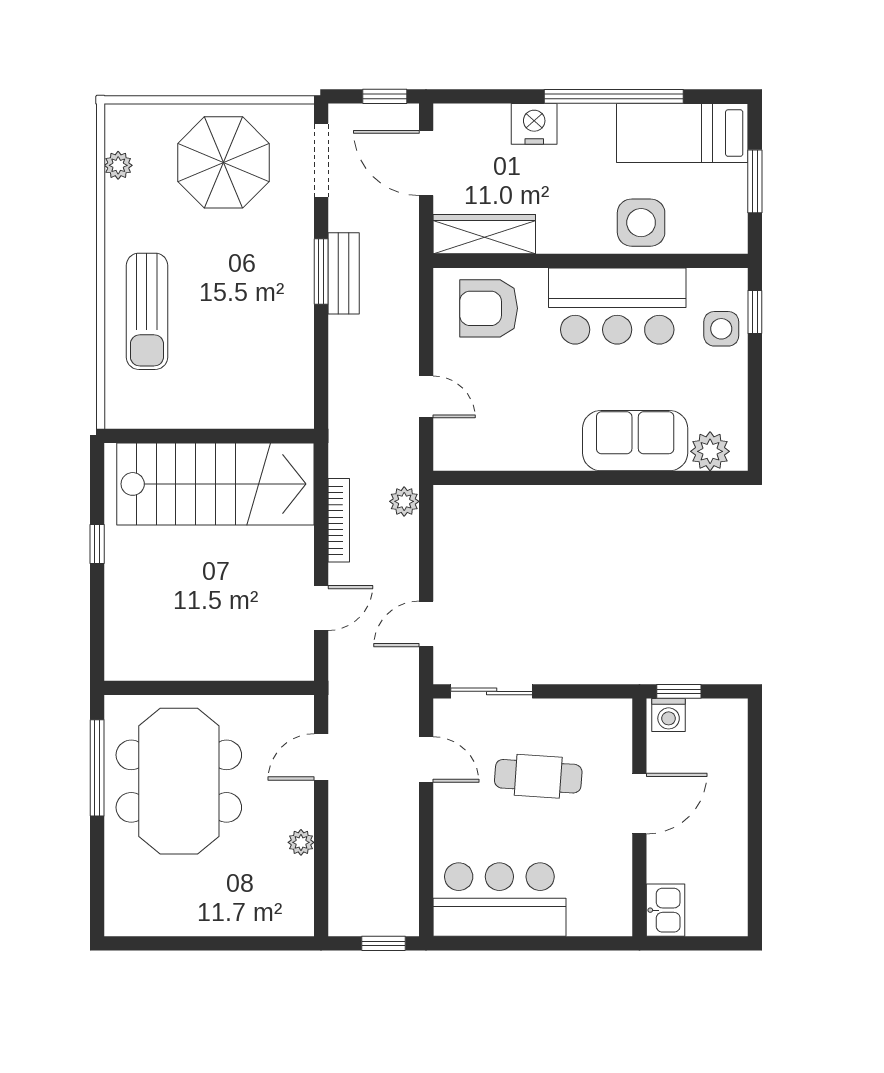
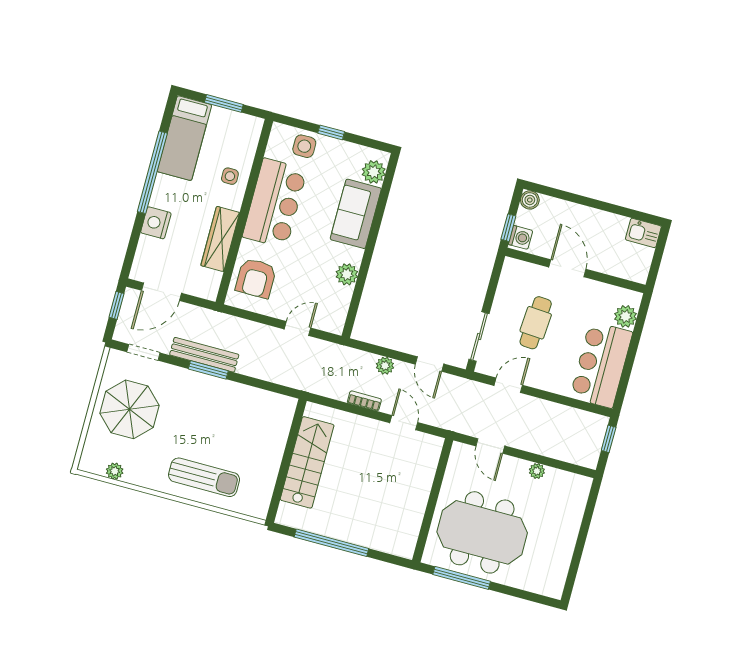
doorway: (321, 160) -> (143, 352), width x0.73
side table: (641, 223) -> (230, 176), width x0.54, depth x0.54
wardrobe: (484, 234) -> (220, 239), moved
bench: (344, 273) -> (204, 355), width x1.36
window: (755, 312) -> (331, 132), moved
plant: (534, 453) -> (347, 274), added
stairs: (215, 484) -> (307, 462), width x0.73, depth x0.66
plant: (404, 501) -> (385, 366), moved
bookcase: (339, 520) -> (364, 401), width x0.64
window: (97, 544) -> (331, 543), width x3.17
boiler: (733, 714) -> (530, 200), added
kitchen sink: (665, 910) -> (643, 233), moved, turned 180
plant: (587, 918) -> (626, 316), added

